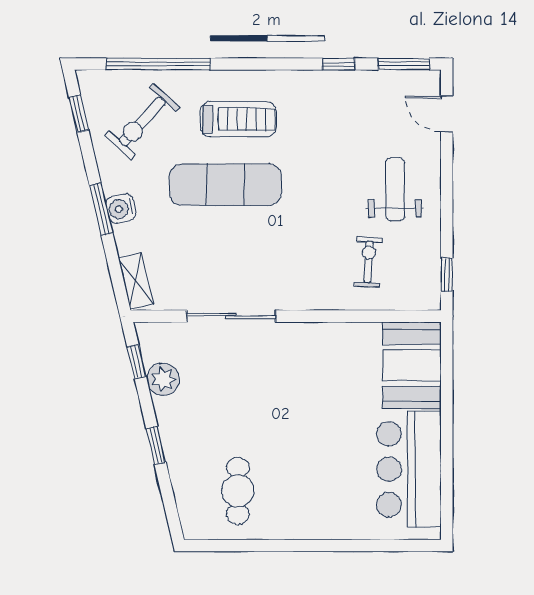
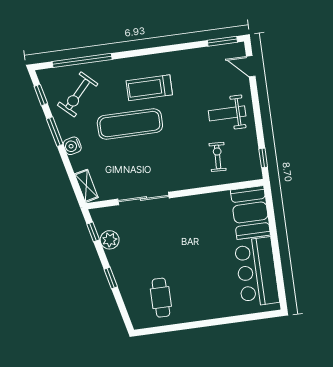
window: (339, 64) -> (185, 46), removed
treadmill: (238, 119) -> (149, 88), moved, turned 180
weight bench: (395, 189) -> (227, 113), turned -90
window: (101, 209) -> (55, 132), moved

